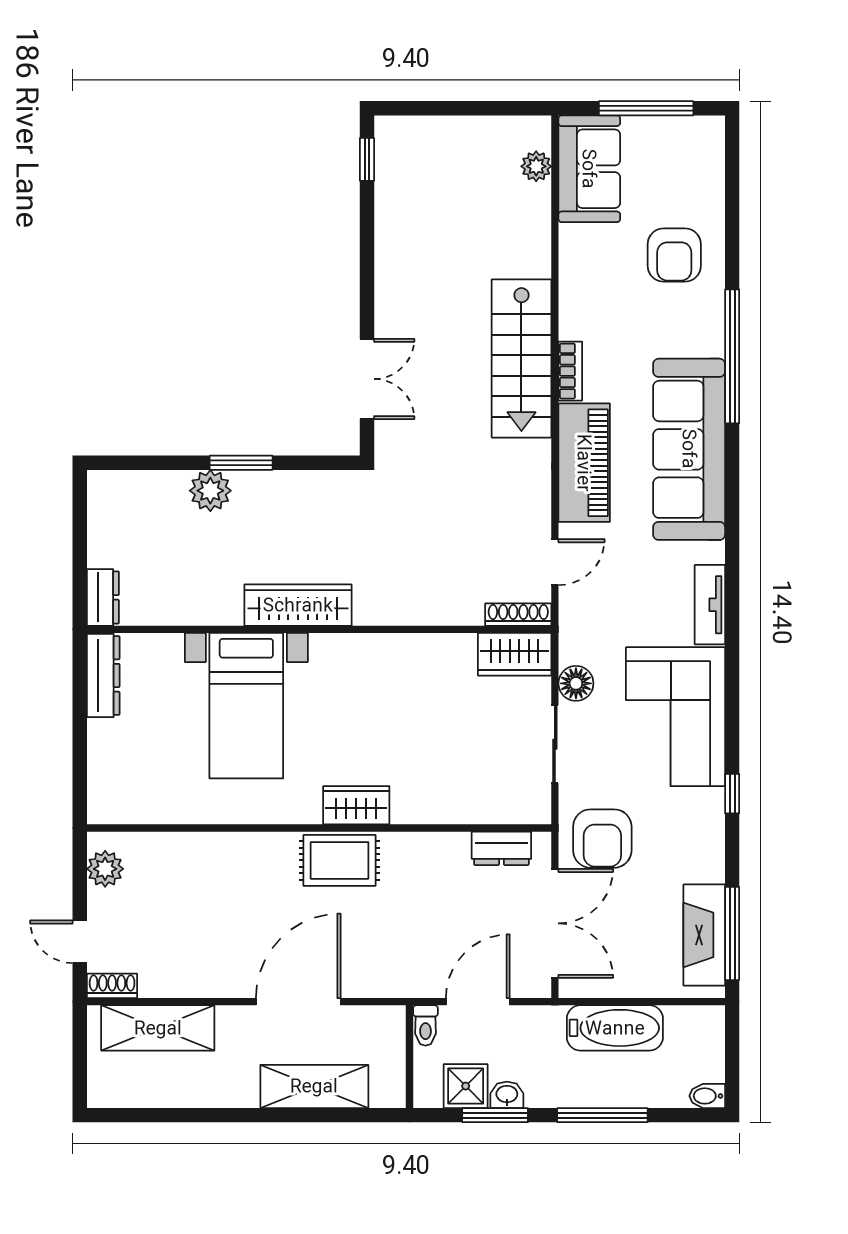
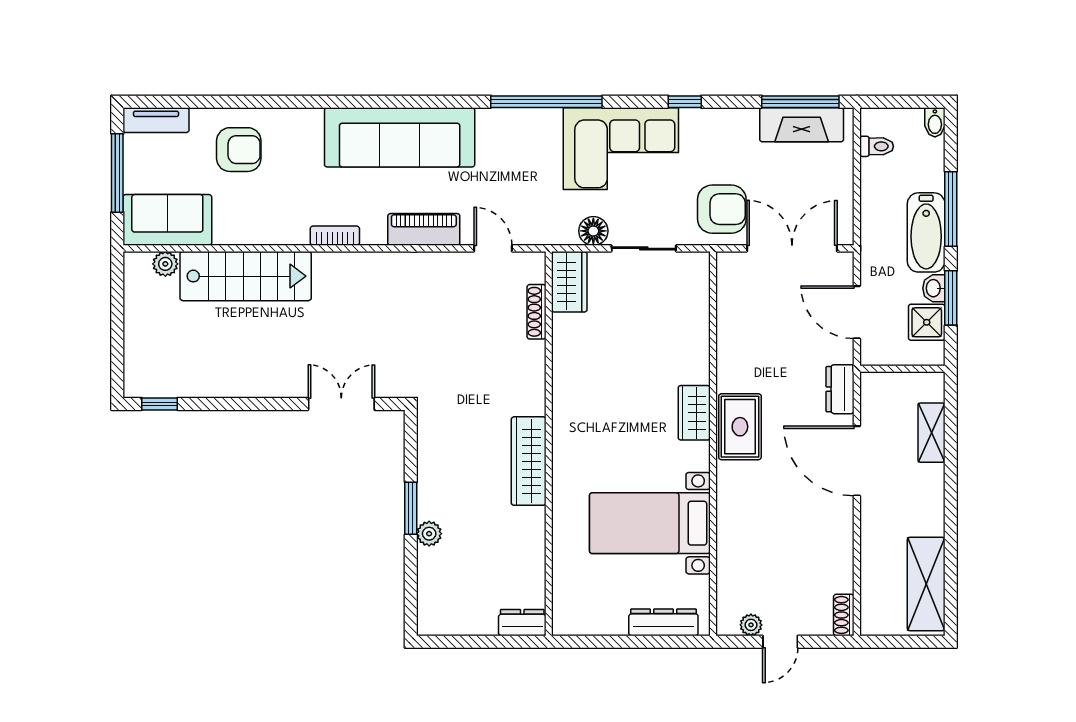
window: (732, 356) -> (546, 102), moved
stairs: (521, 358) -> (246, 276), moved
piano: (584, 463) -> (424, 229), width x0.73, depth x0.75
plant: (210, 491) -> (429, 534), width x0.73, depth x0.73
tv unit: (710, 605) -> (156, 120), moved
shoe rack: (518, 615) -> (536, 312), moved
dresser: (103, 676) -> (663, 622), moved
bed with nightstands: (246, 706) -> (650, 523), moved, turned 180
dresser: (501, 848) -> (840, 389), moved, turned 180
plant: (105, 869) -> (751, 625), width x0.73, depth x0.73
door: (80, 942) -> (780, 642), moved
toilet: (425, 1025) -> (877, 146), moved
shelving: (158, 1028) -> (926, 584), moved
bathtub: (615, 1028) -> (926, 232), moved, turned 180
shelving: (314, 1086) -> (931, 433), width x0.67, depth x0.75

